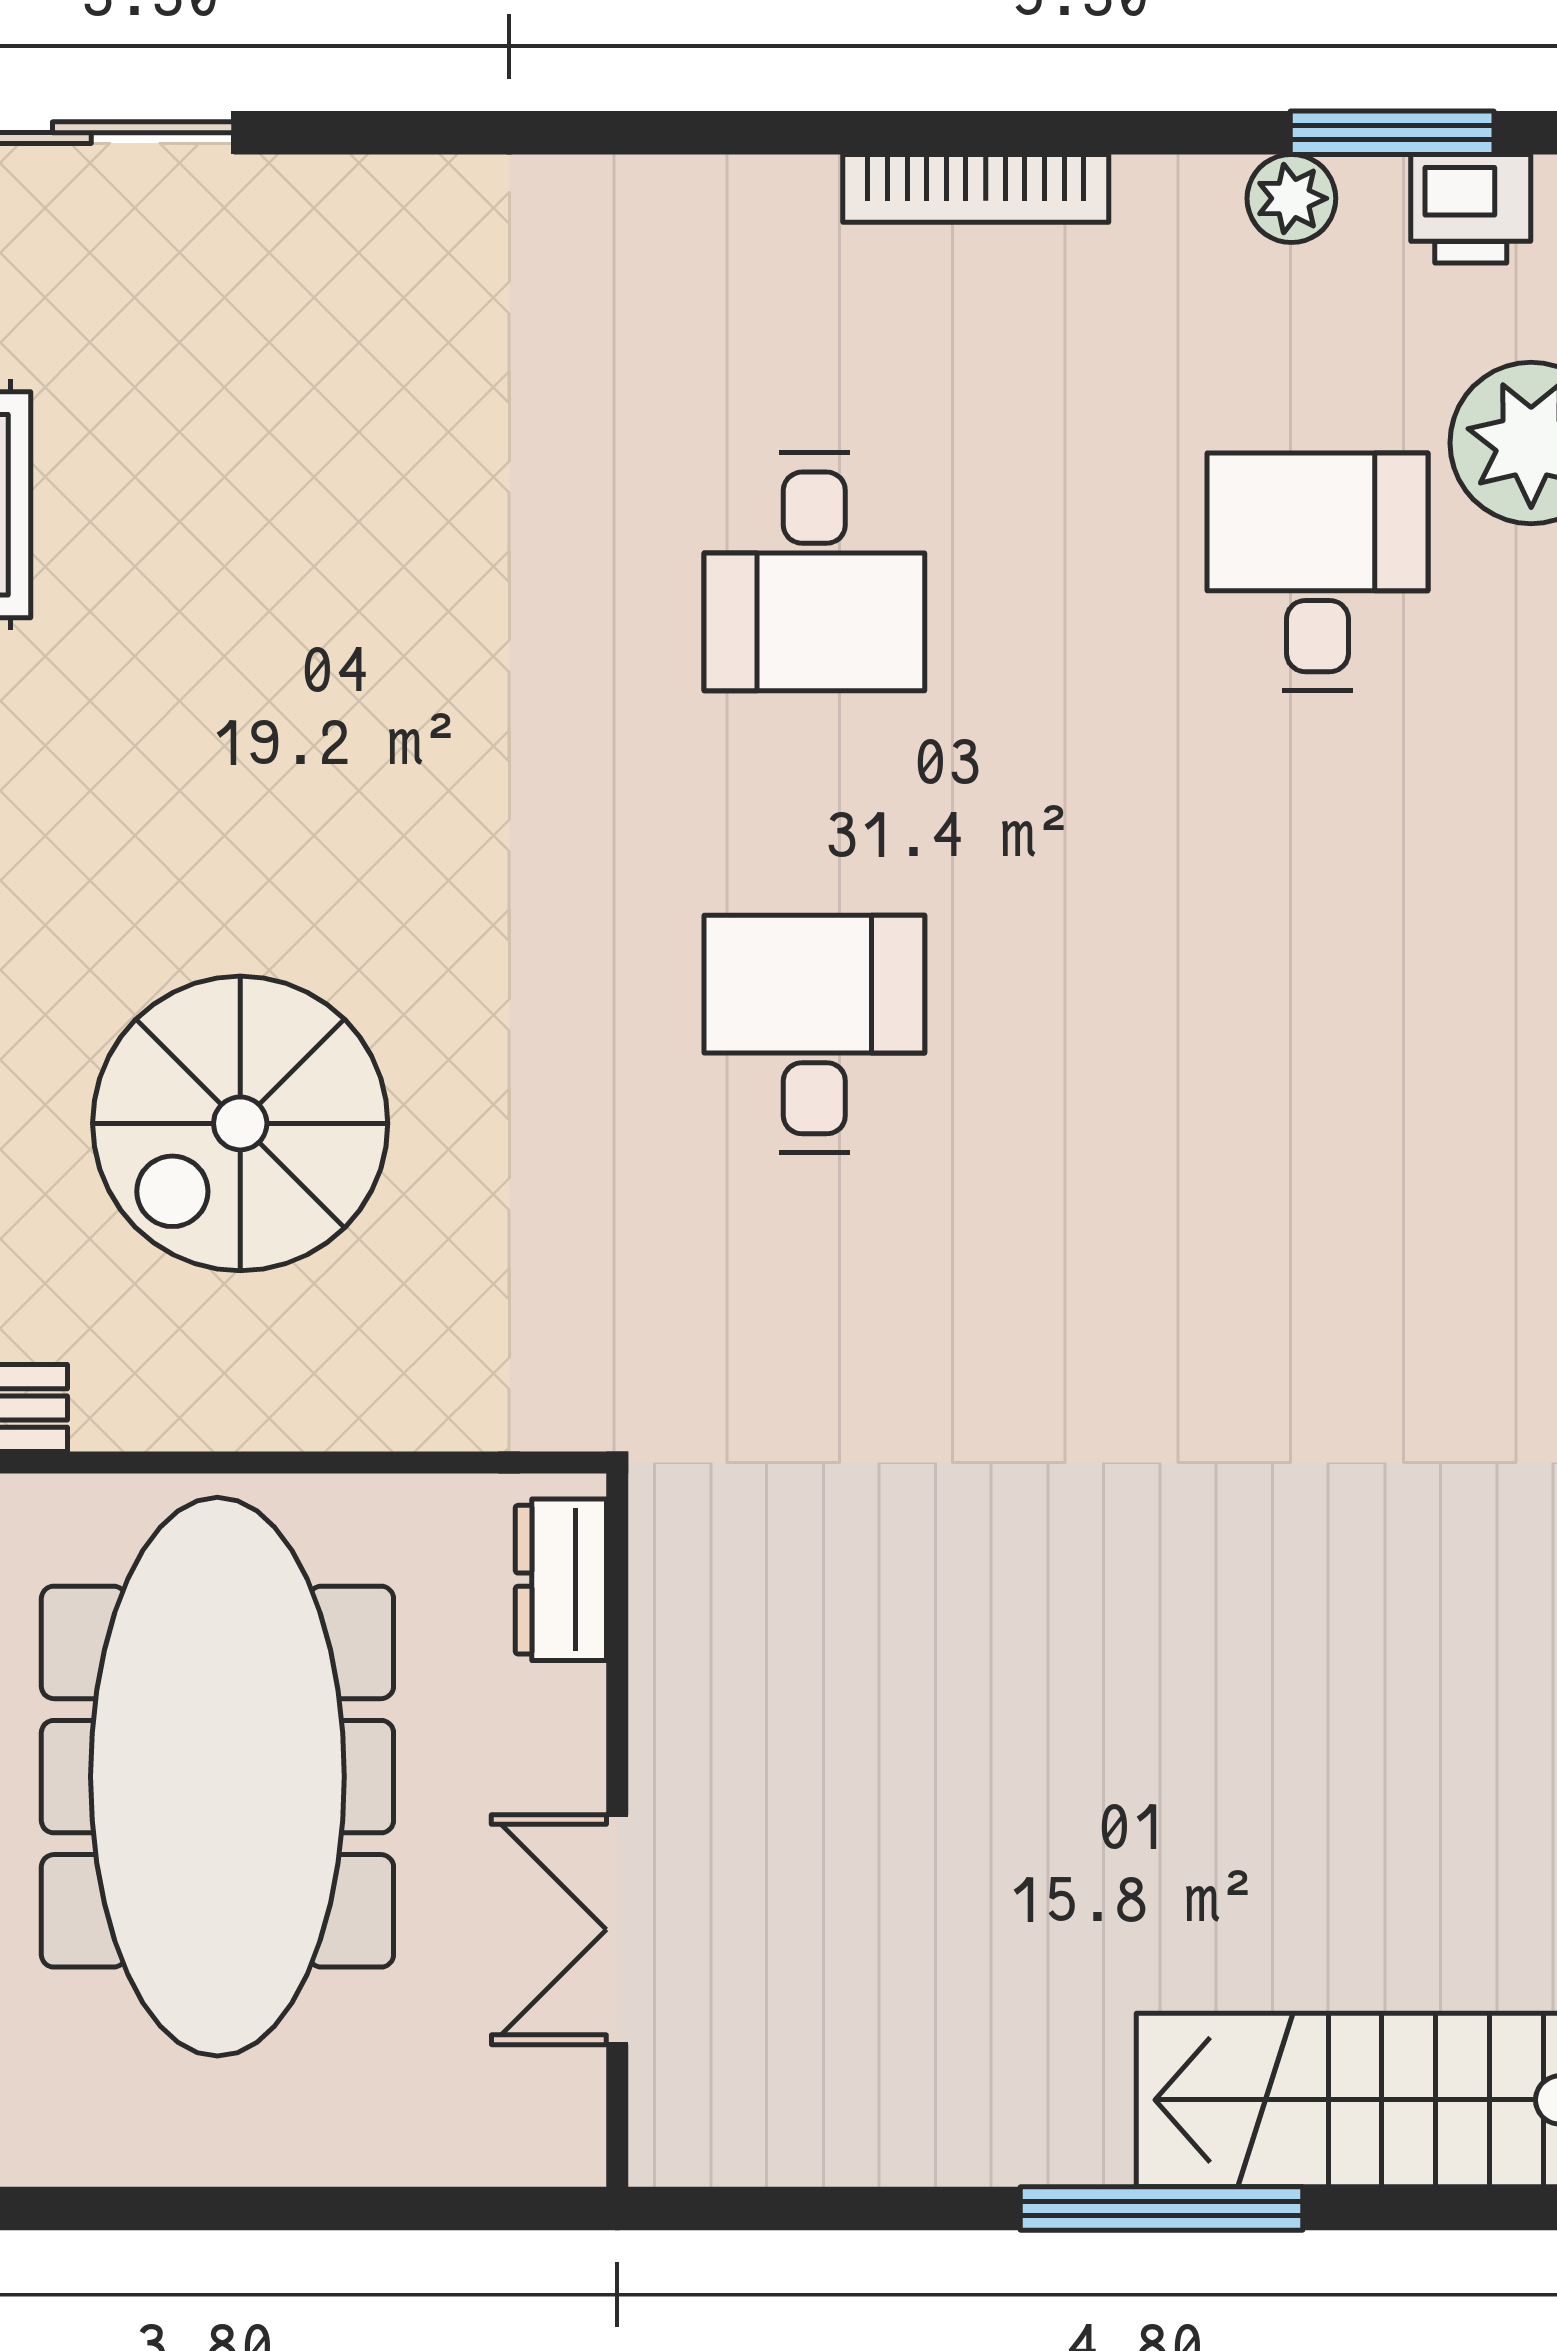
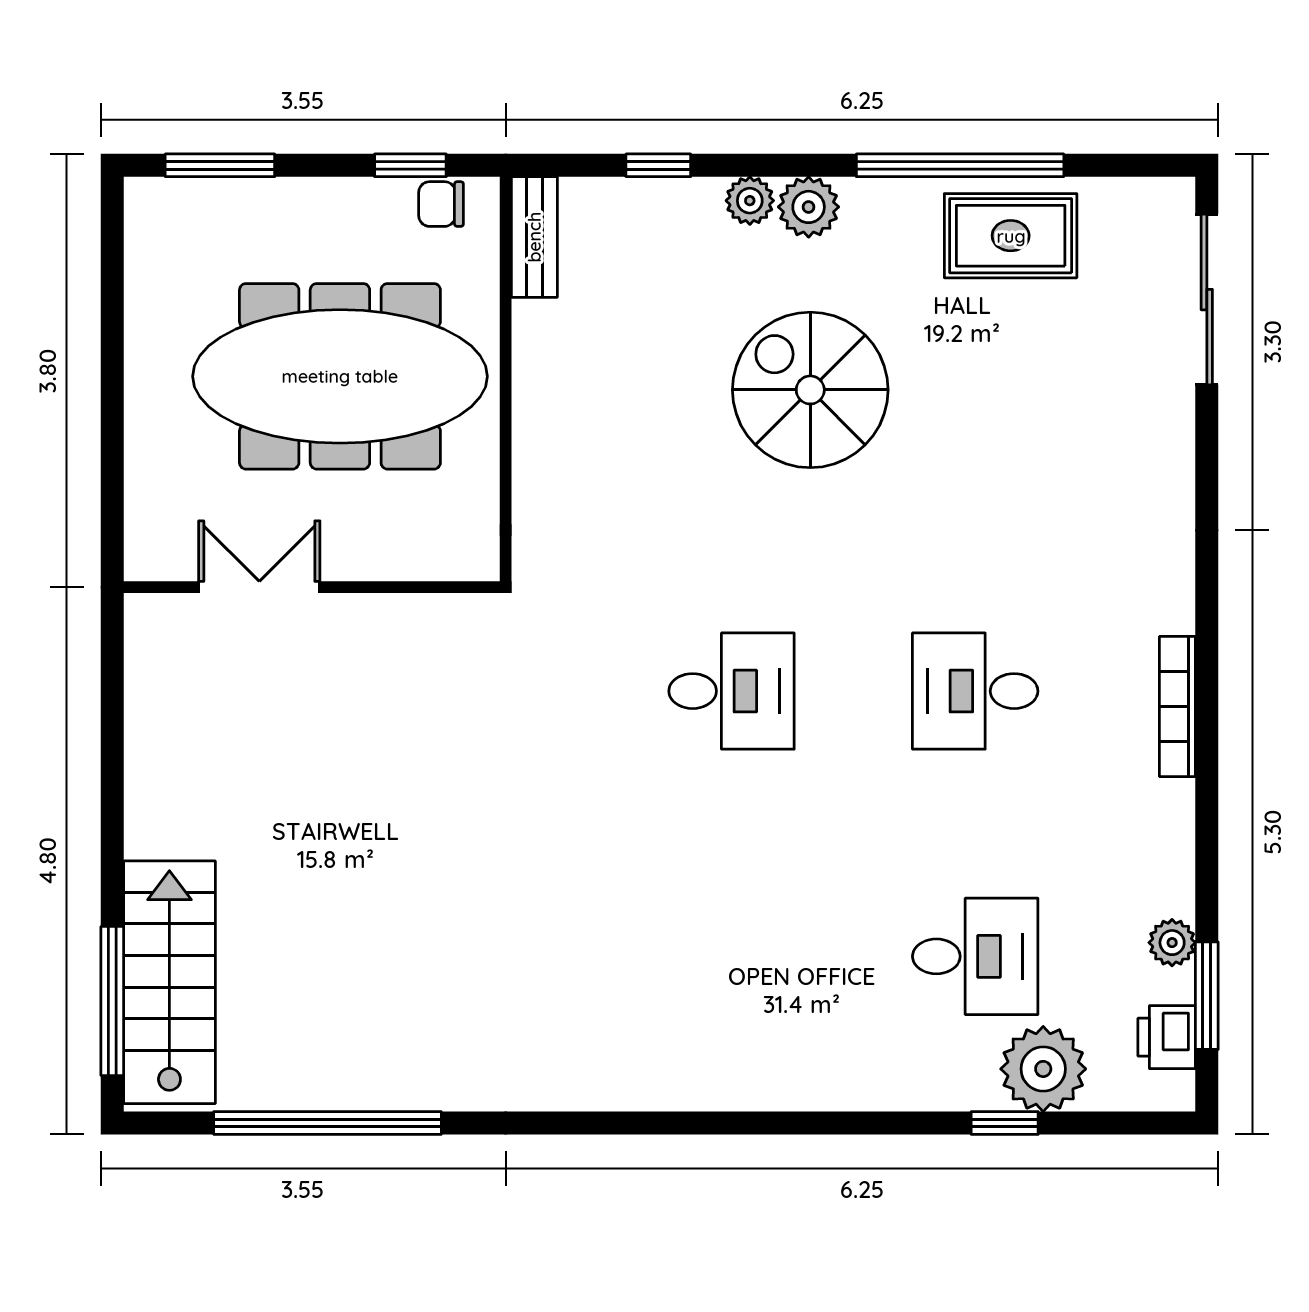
bookcase: (976, 188) -> (1177, 706), moved
spiral stairs: (240, 1123) -> (810, 390), moved
dresser: (561, 1580) -> (444, 557), removed
window: (1161, 2208) -> (112, 1001), moved

